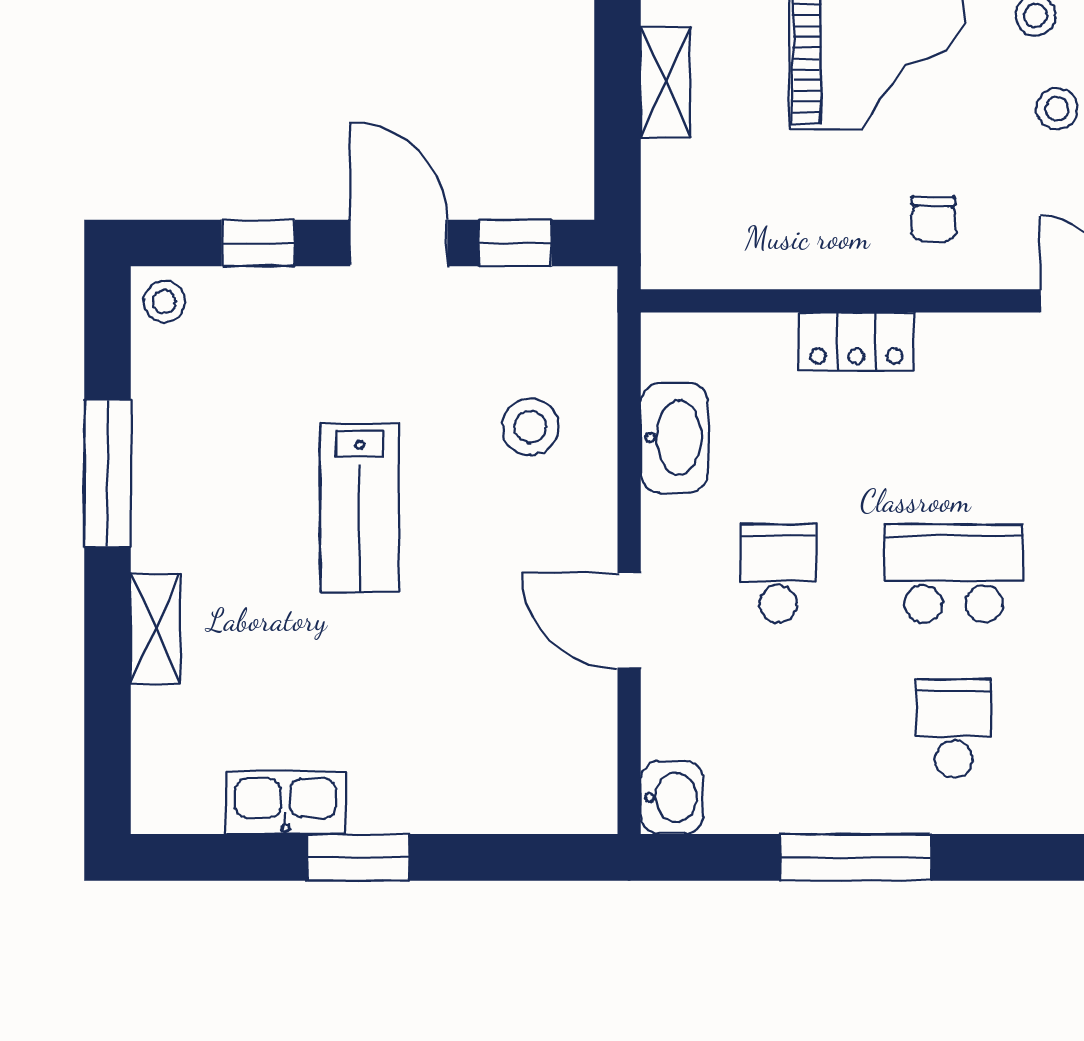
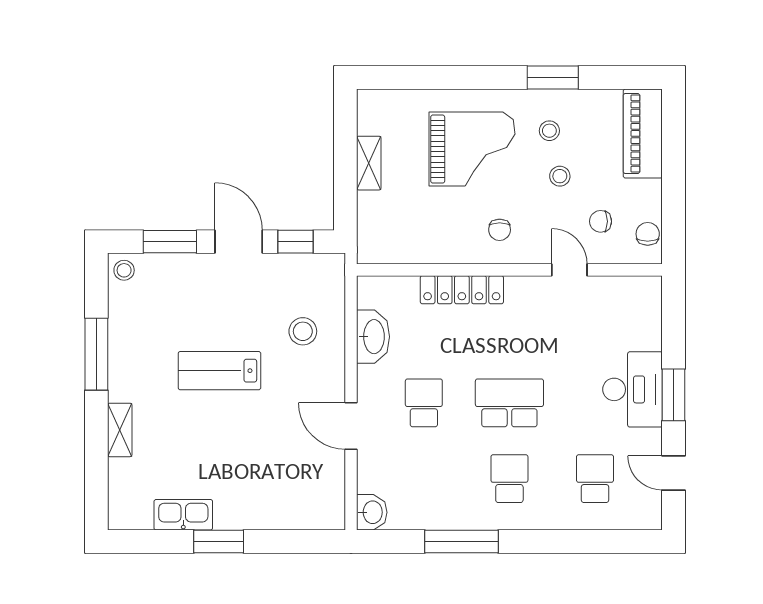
window: (258, 243) -> (170, 242), width x1.50
locker: (856, 342) -> (462, 290), width x1.53
lab bench: (360, 507) -> (219, 371), turned 90

